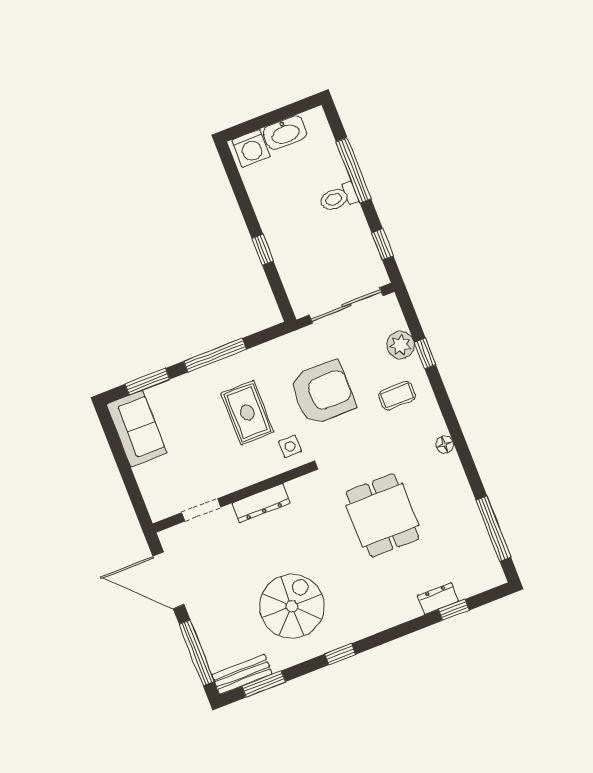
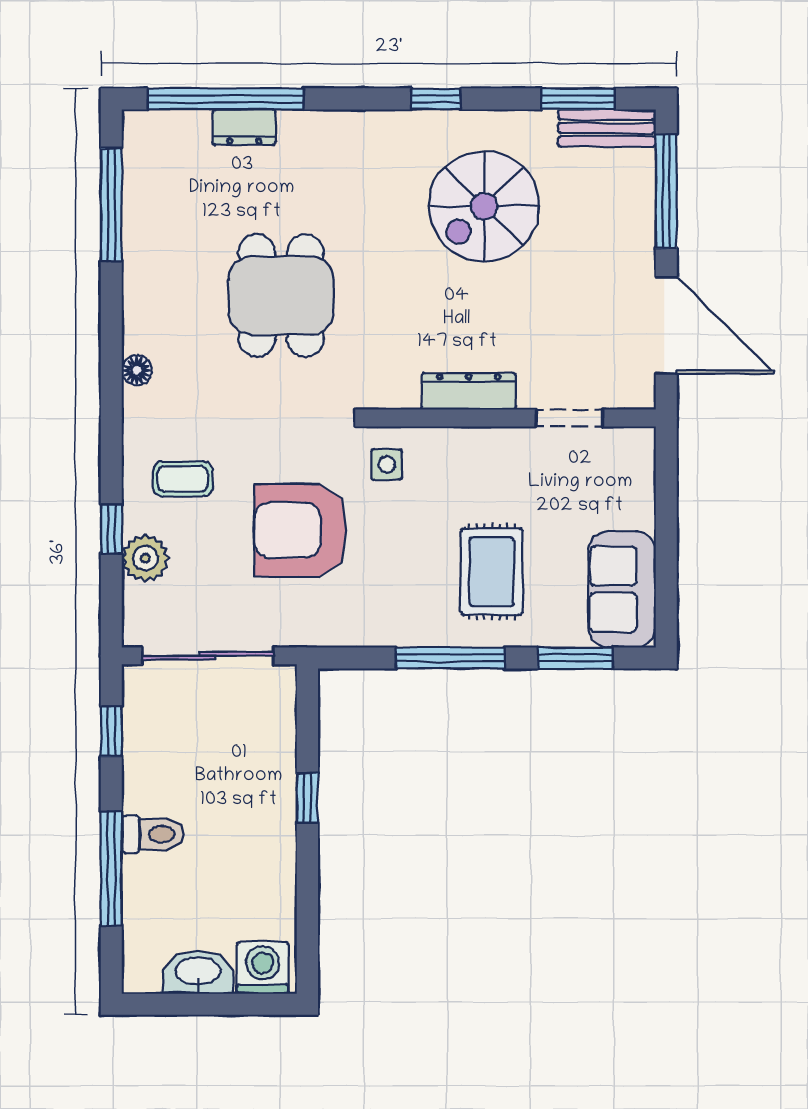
rug: (247, 413) -> (492, 572), moved
window: (454, 610) -> (226, 99), width x3.17

